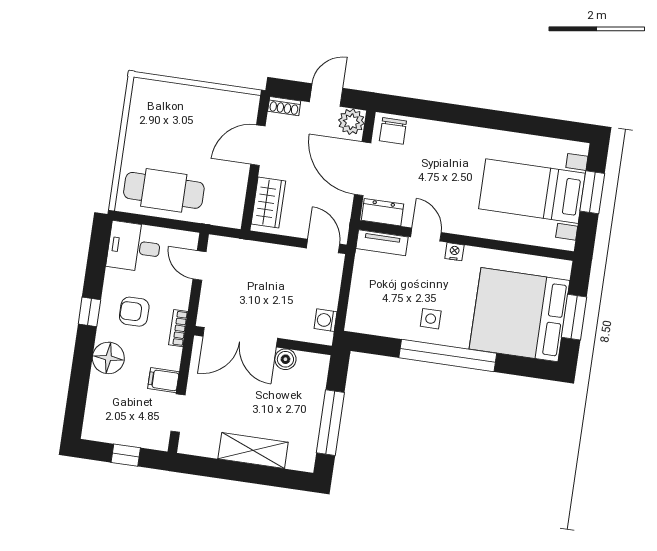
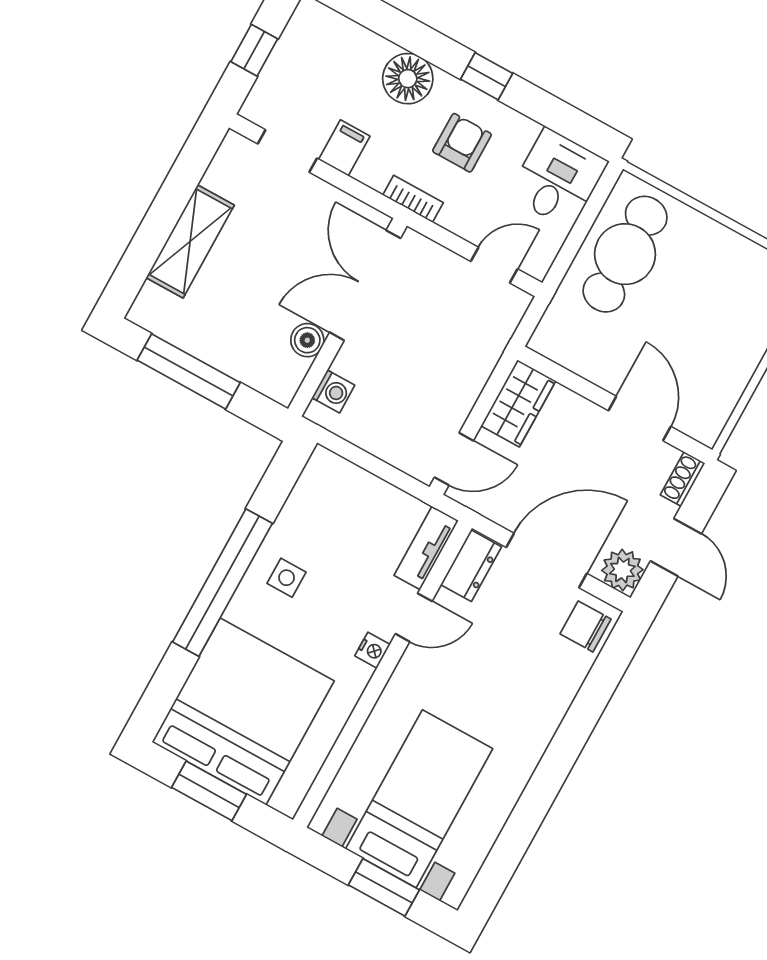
wardrobe: (268, 202) -> (518, 403), moved, turned -90
washing machine: (326, 320) -> (333, 391), moved, turned 90

